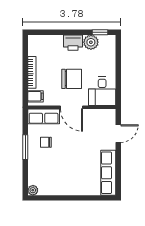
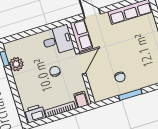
printer: (73, 43) -> (35, 114), moved, turned -90
chair: (72, 79) -> (55, 71), width x0.54, depth x0.54
row of seats: (44, 116) -> (81, 35), moved

